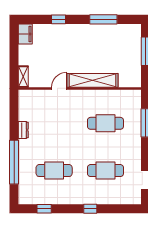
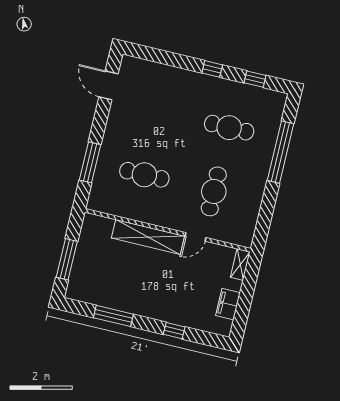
filing cabinet: (25, 34) -> (228, 304), moved
dresser: (23, 130) -> (258, 192), removed
cafe table: (105, 171) -> (214, 191), moved, turned 90
window: (90, 209) -> (212, 69), moved

